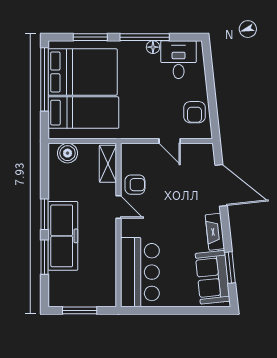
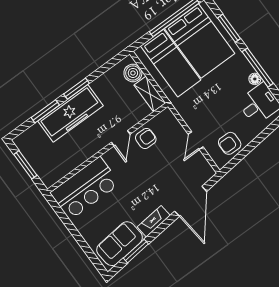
shelving: (108, 164) -> (150, 94), moved, turned 90
armchair: (135, 185) -> (146, 139), turned -90

